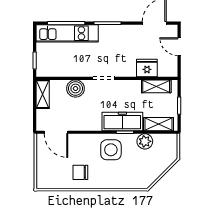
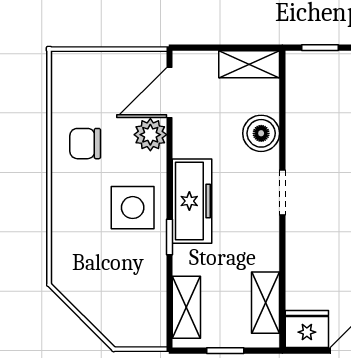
fridge: (147, 68) -> (307, 329), moved, turned -90
freezer: (122, 121) -> (192, 201), moved
plant: (145, 141) -> (150, 135), moved
chair: (80, 172) -> (85, 144), turned -90

